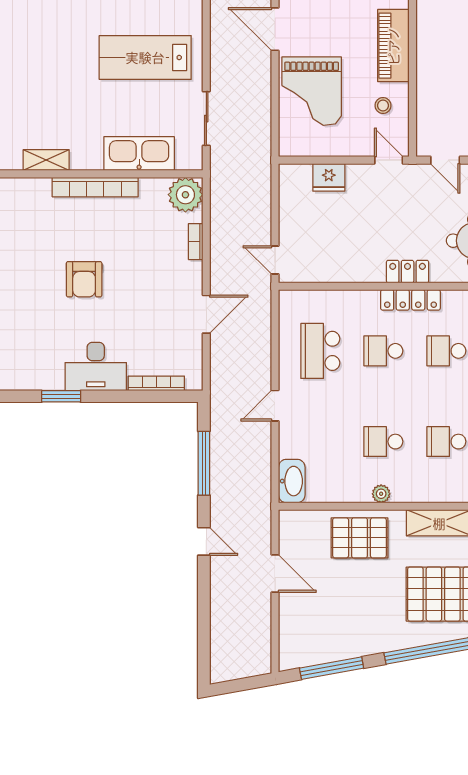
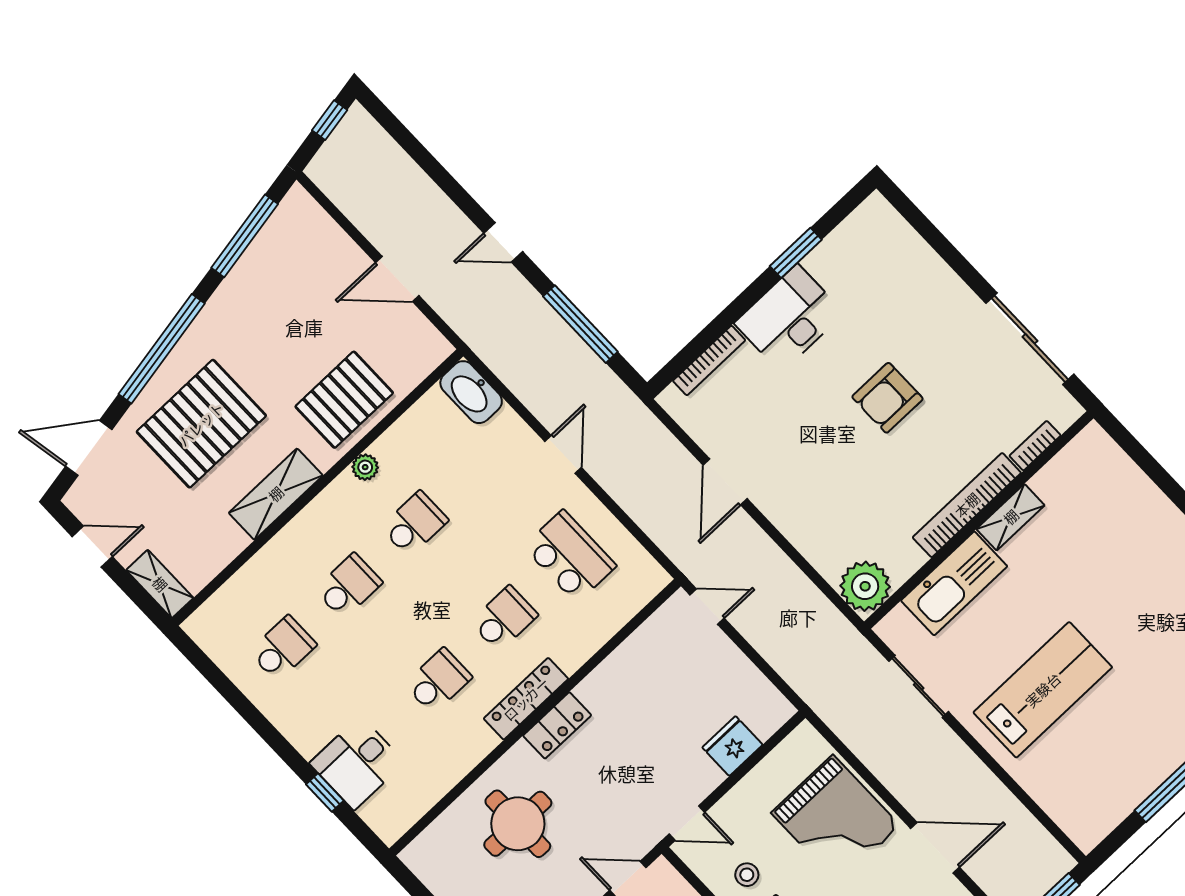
grand piano: (312, 91) -> (836, 819), turned 180
shelving: (46, 160) -> (1011, 517), moved
bookcase: (196, 242) -> (1035, 446), moved, turned -90
armchair: (84, 279) -> (887, 398), turned -90
window: (233, 686) -> (330, 120), added

